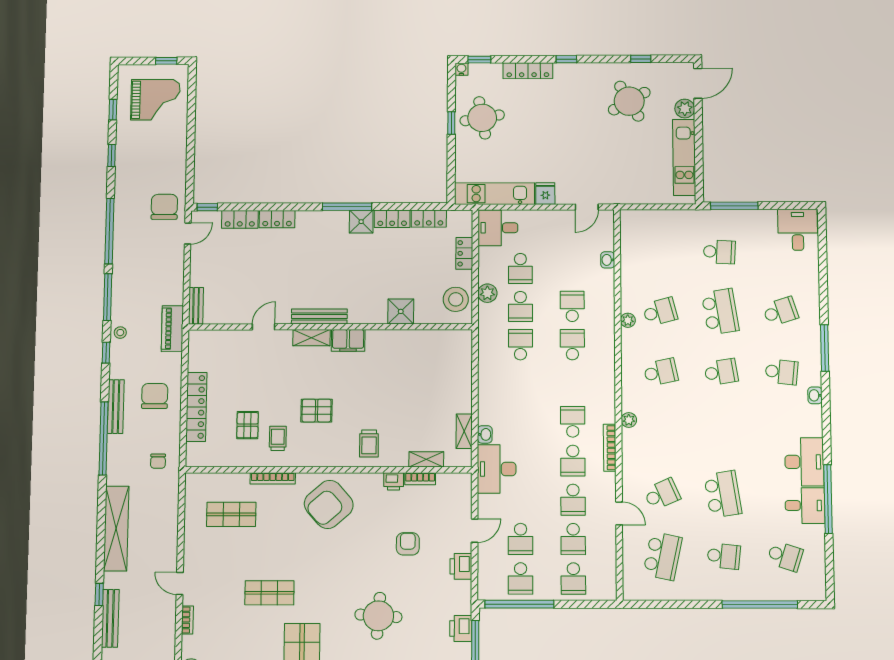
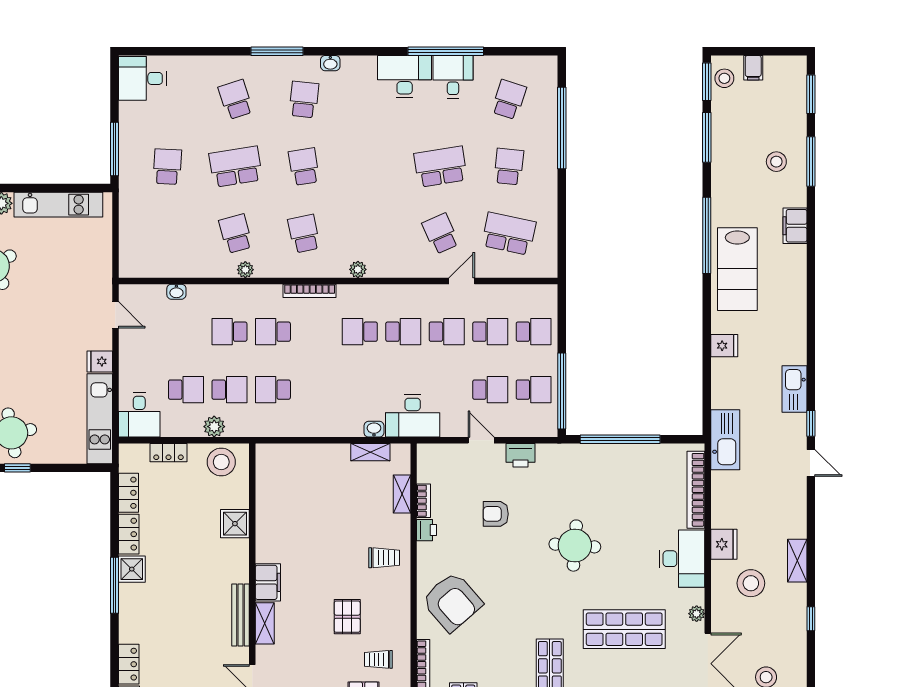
bookcase: (610, 448) -> (310, 291), moved
printer: (461, 628) -> (588, 455), removed

